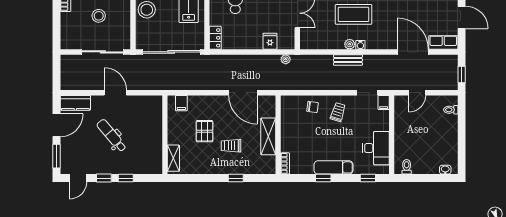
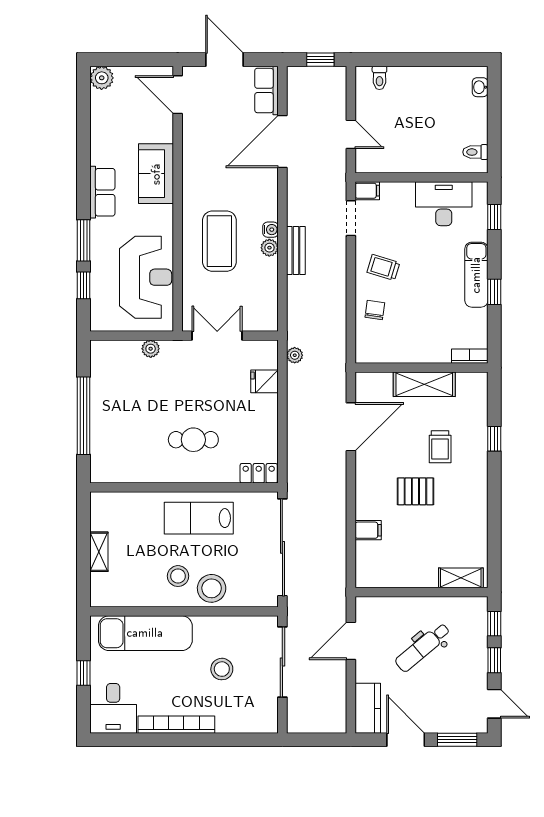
door: (462, 17) -> (224, 60), hinge flipped
wall: (165, 135) -> (421, 592), moved
shelving: (173, 158) -> (461, 578), moved

